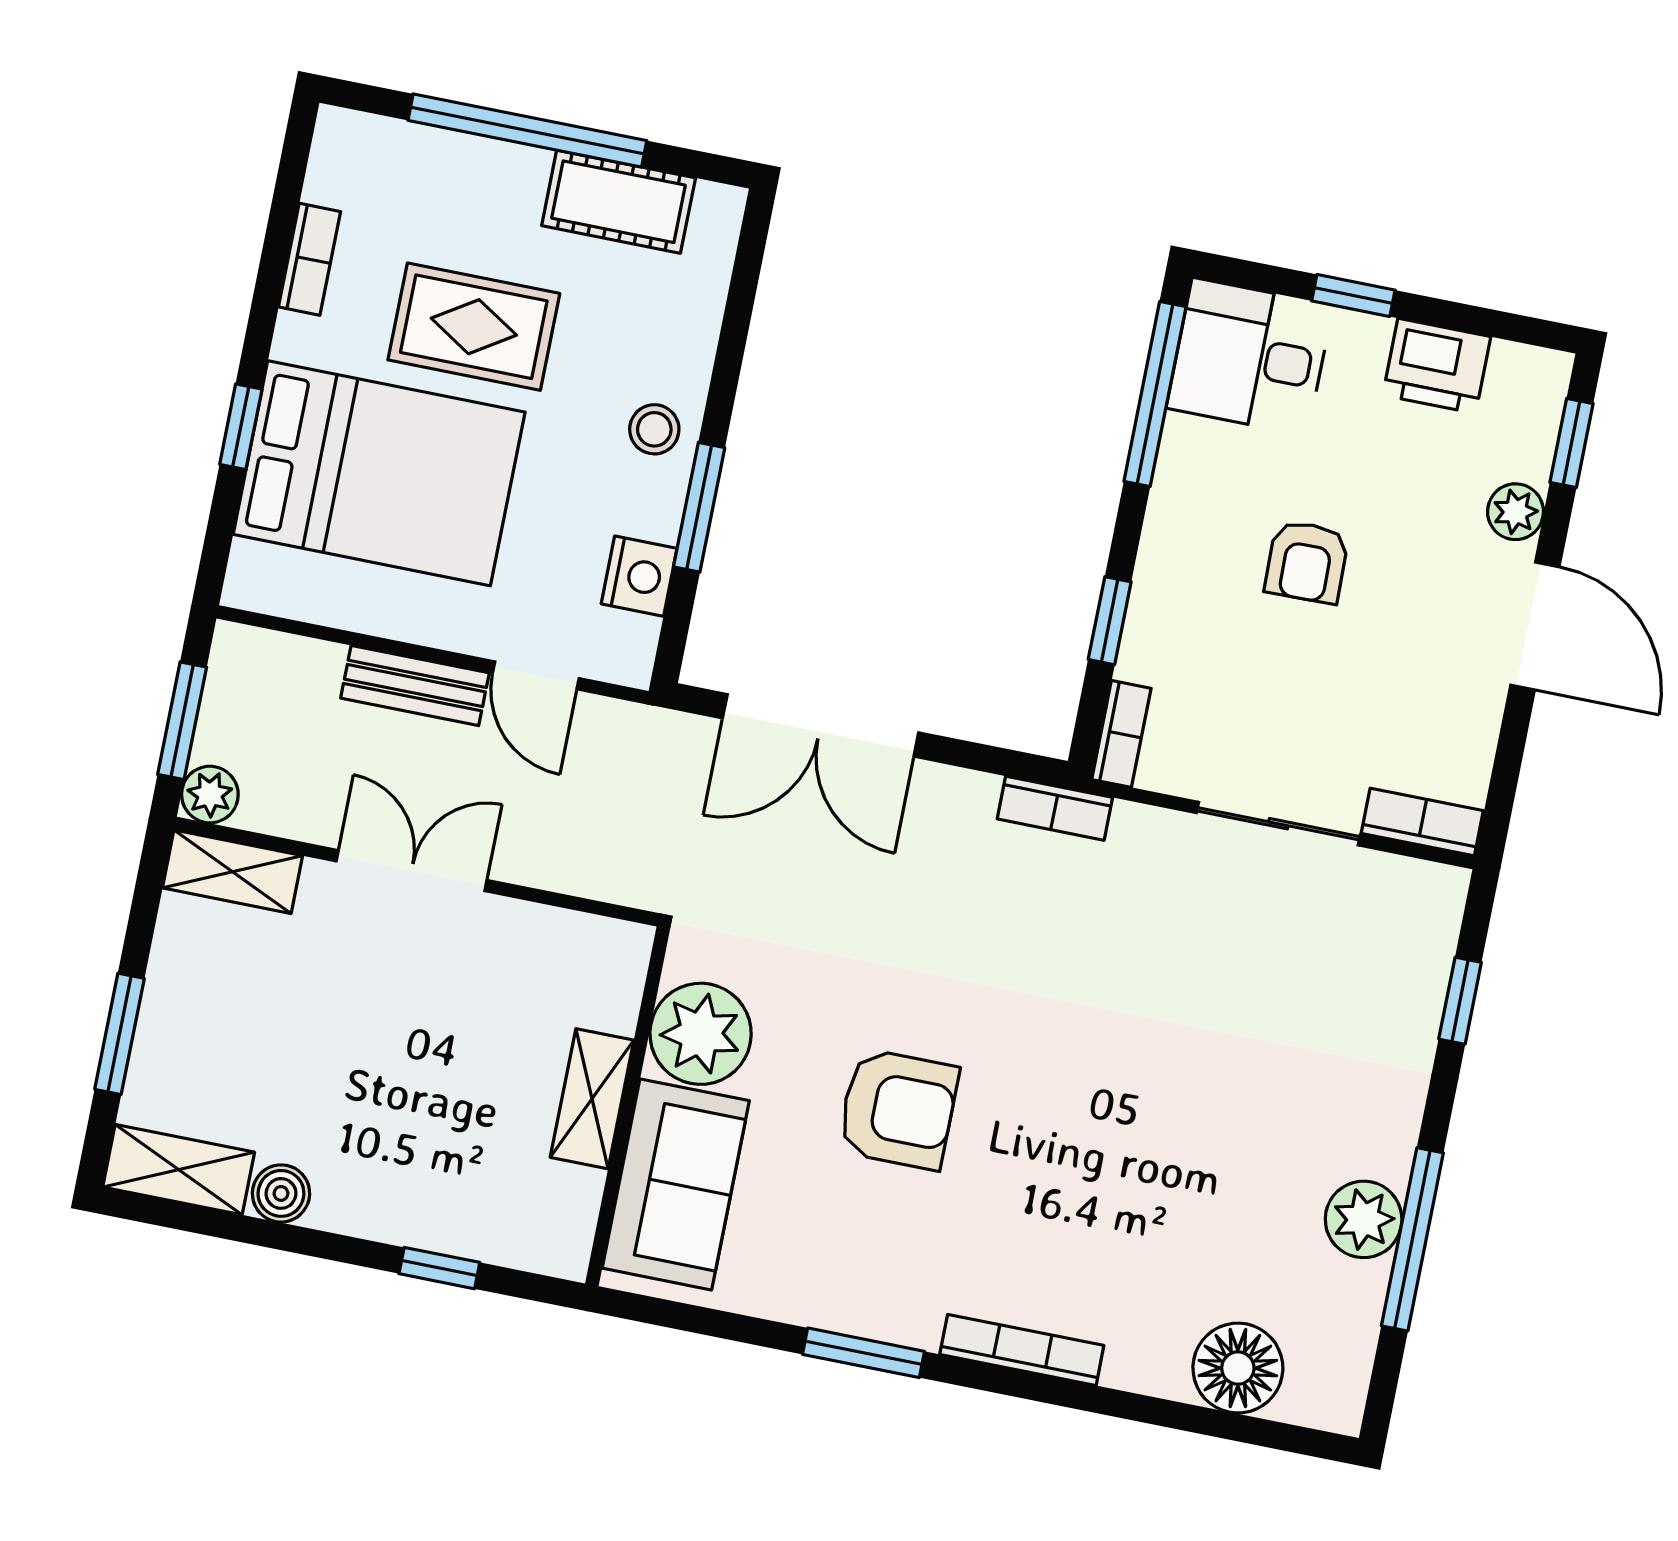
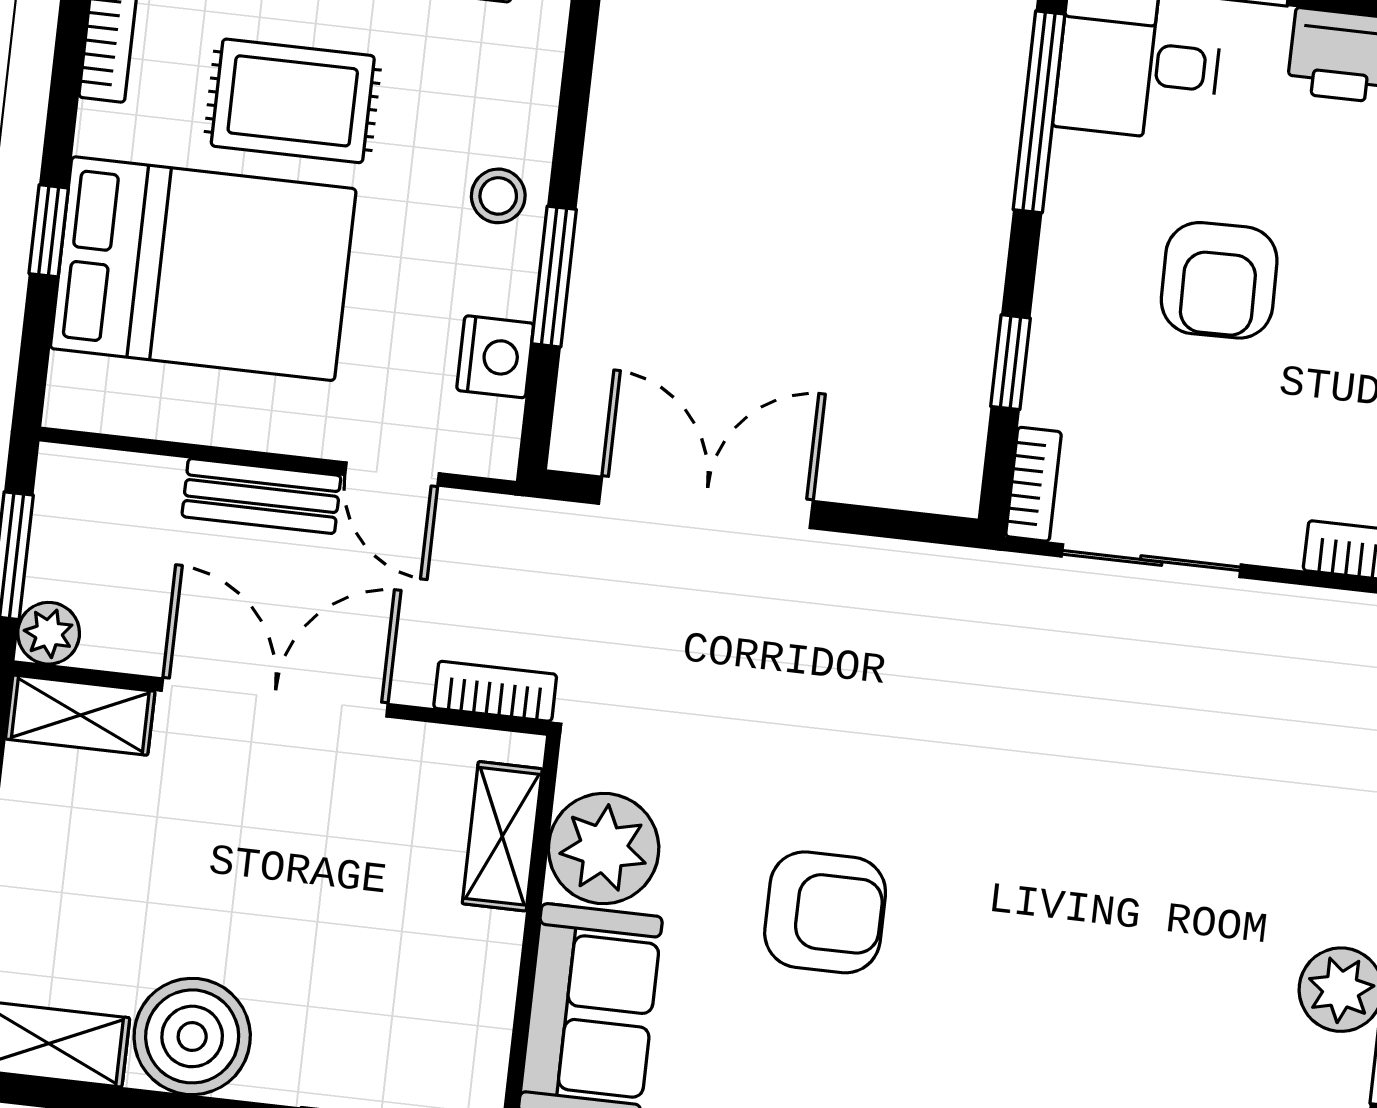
armchair: (1307, 562) -> (1219, 280), width x1.38, depth x1.38
double door: (821, 725) -> (706, 502), swing flipped
bookcase: (1055, 808) -> (495, 691), moved, turned 180
sliding door: (1278, 824) -> (1151, 561), moved
double door: (412, 871) -> (275, 697), width x1.37
shelving: (592, 1099) -> (502, 836), moved
boiler: (281, 1193) -> (192, 1036), width x1.86, depth x1.86

